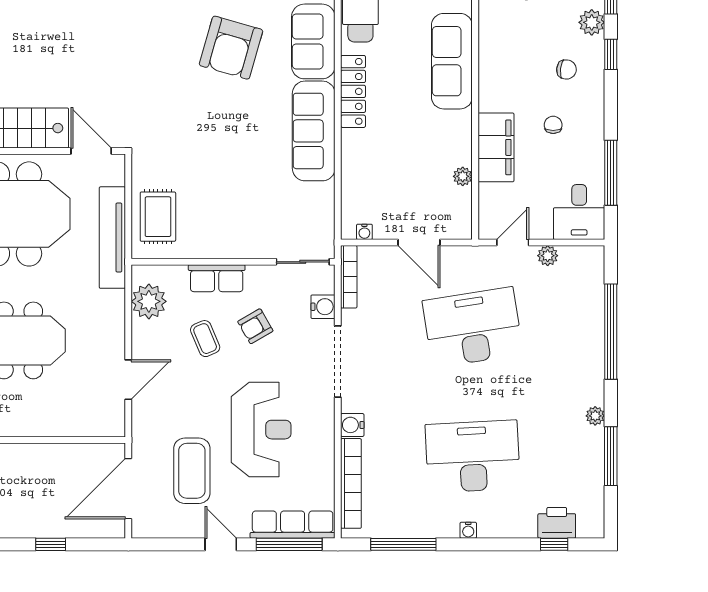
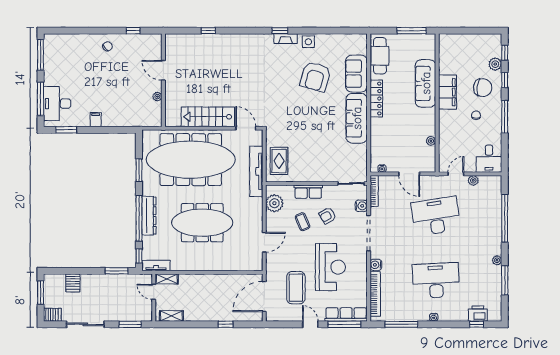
chair: (566, 69) -> (483, 88), width x1.87, depth x1.87
filing cabinet: (496, 147) -> (447, 92), moved
window: (611, 173) -> (505, 117), moved

